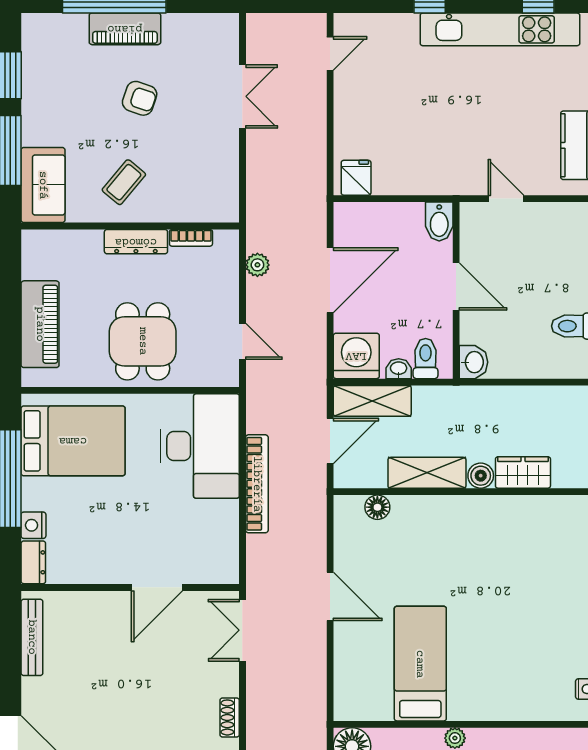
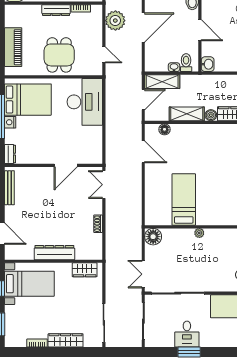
plant: (257, 265) -> (115, 21), width x1.87, depth x1.87
washing machine: (356, 356) -> (155, 61), removed
bookcase: (257, 484) -> (110, 119), removed
nightstand: (33, 525) -> (10, 122), moved
door: (330, 596) -> (143, 152), moved

